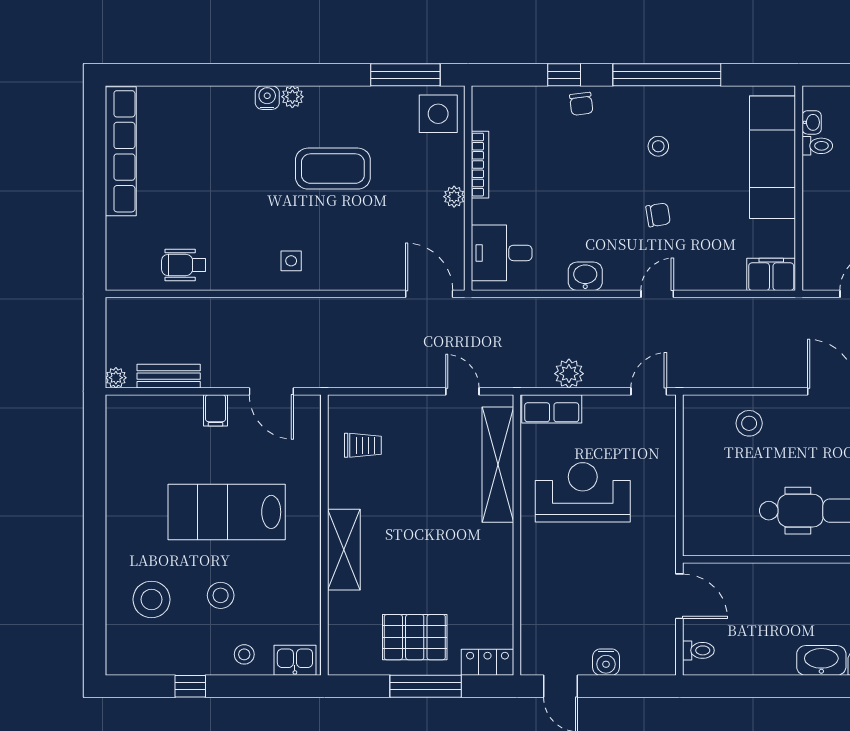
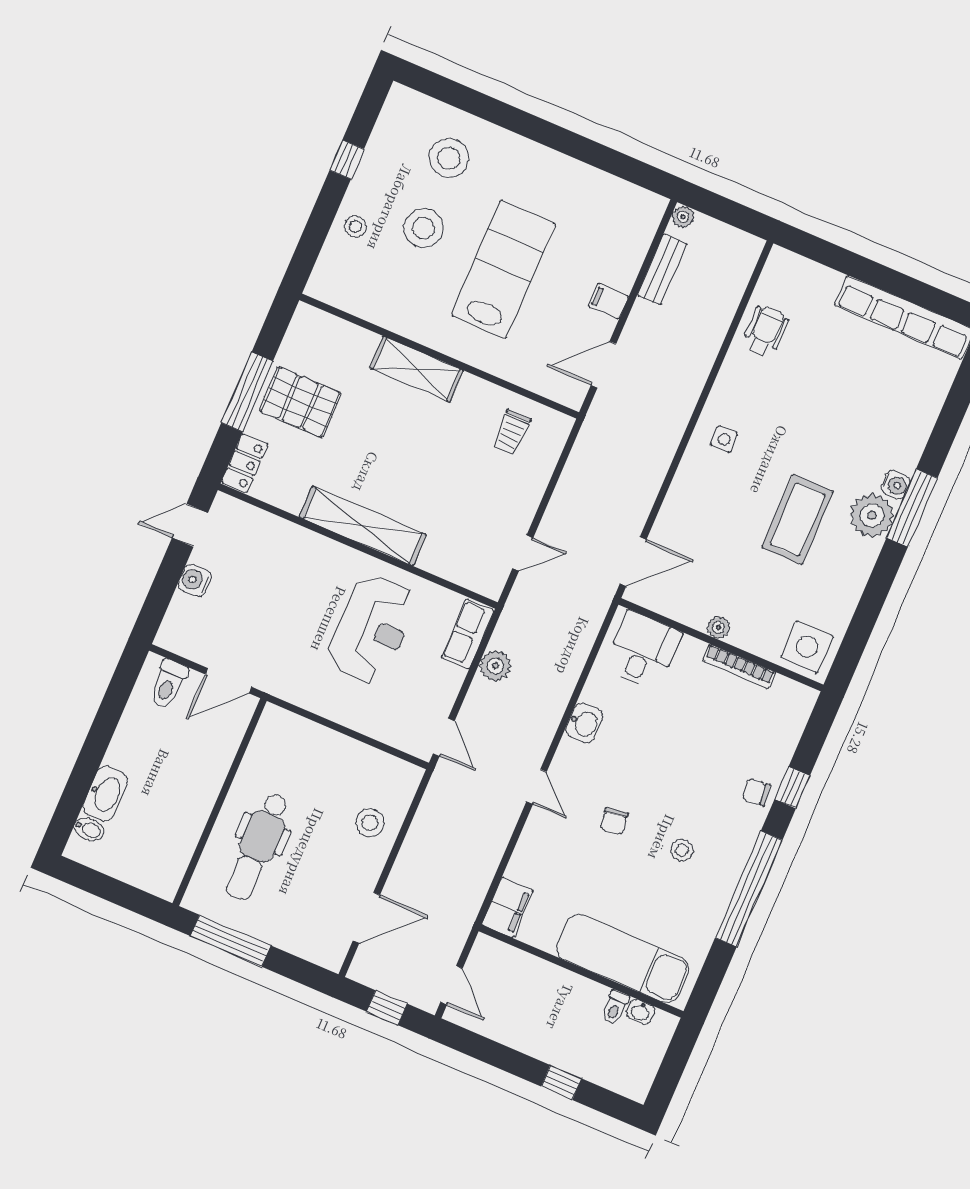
window: (405, 75) -> (912, 508), moved
plant: (292, 97) -> (872, 515), width x1.88, depth x1.88
shelving: (498, 465) -> (363, 526), moved
stool: (221, 595) -> (424, 228), width x1.38, depth x1.38
pallet: (415, 637) -> (300, 402), turned 90
toilet: (698, 650) -> (168, 684), width x1.37, depth x1.39
kitchen sink: (295, 660) -> (328, 274), removed

